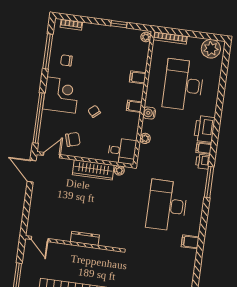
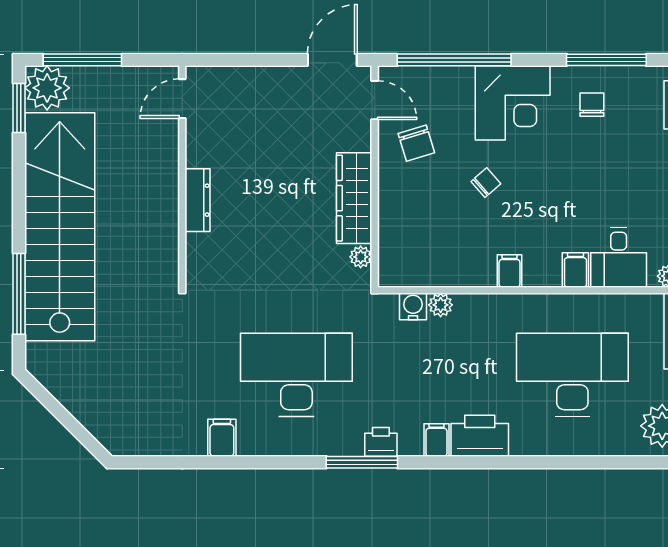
water cooler: (149, 113) -> (413, 306), moved
desk: (122, 151) -> (619, 257), moved
printer: (203, 162) -> (381, 442), moved

